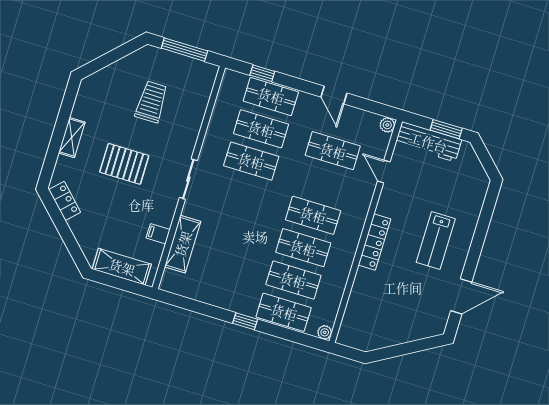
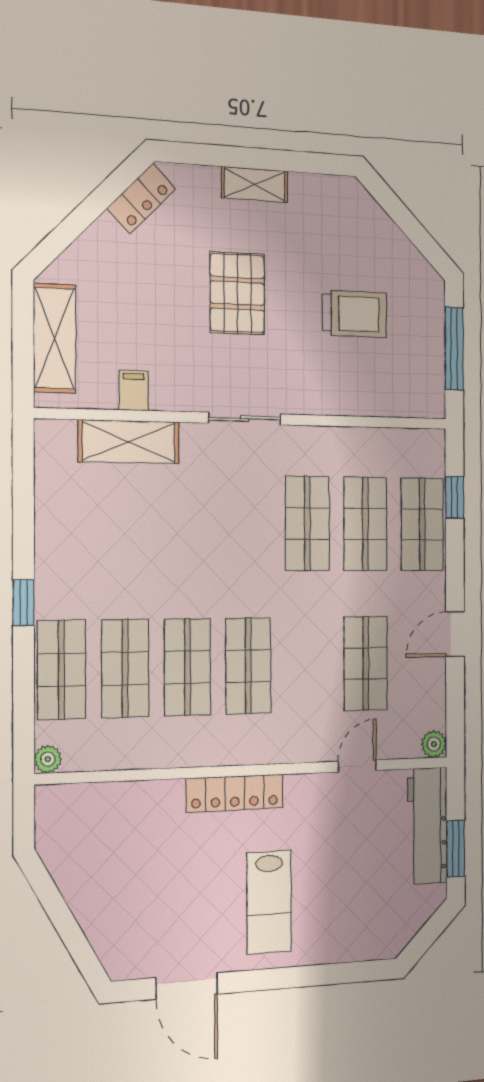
lab bench: (436, 241) -> (269, 902), turned -90

